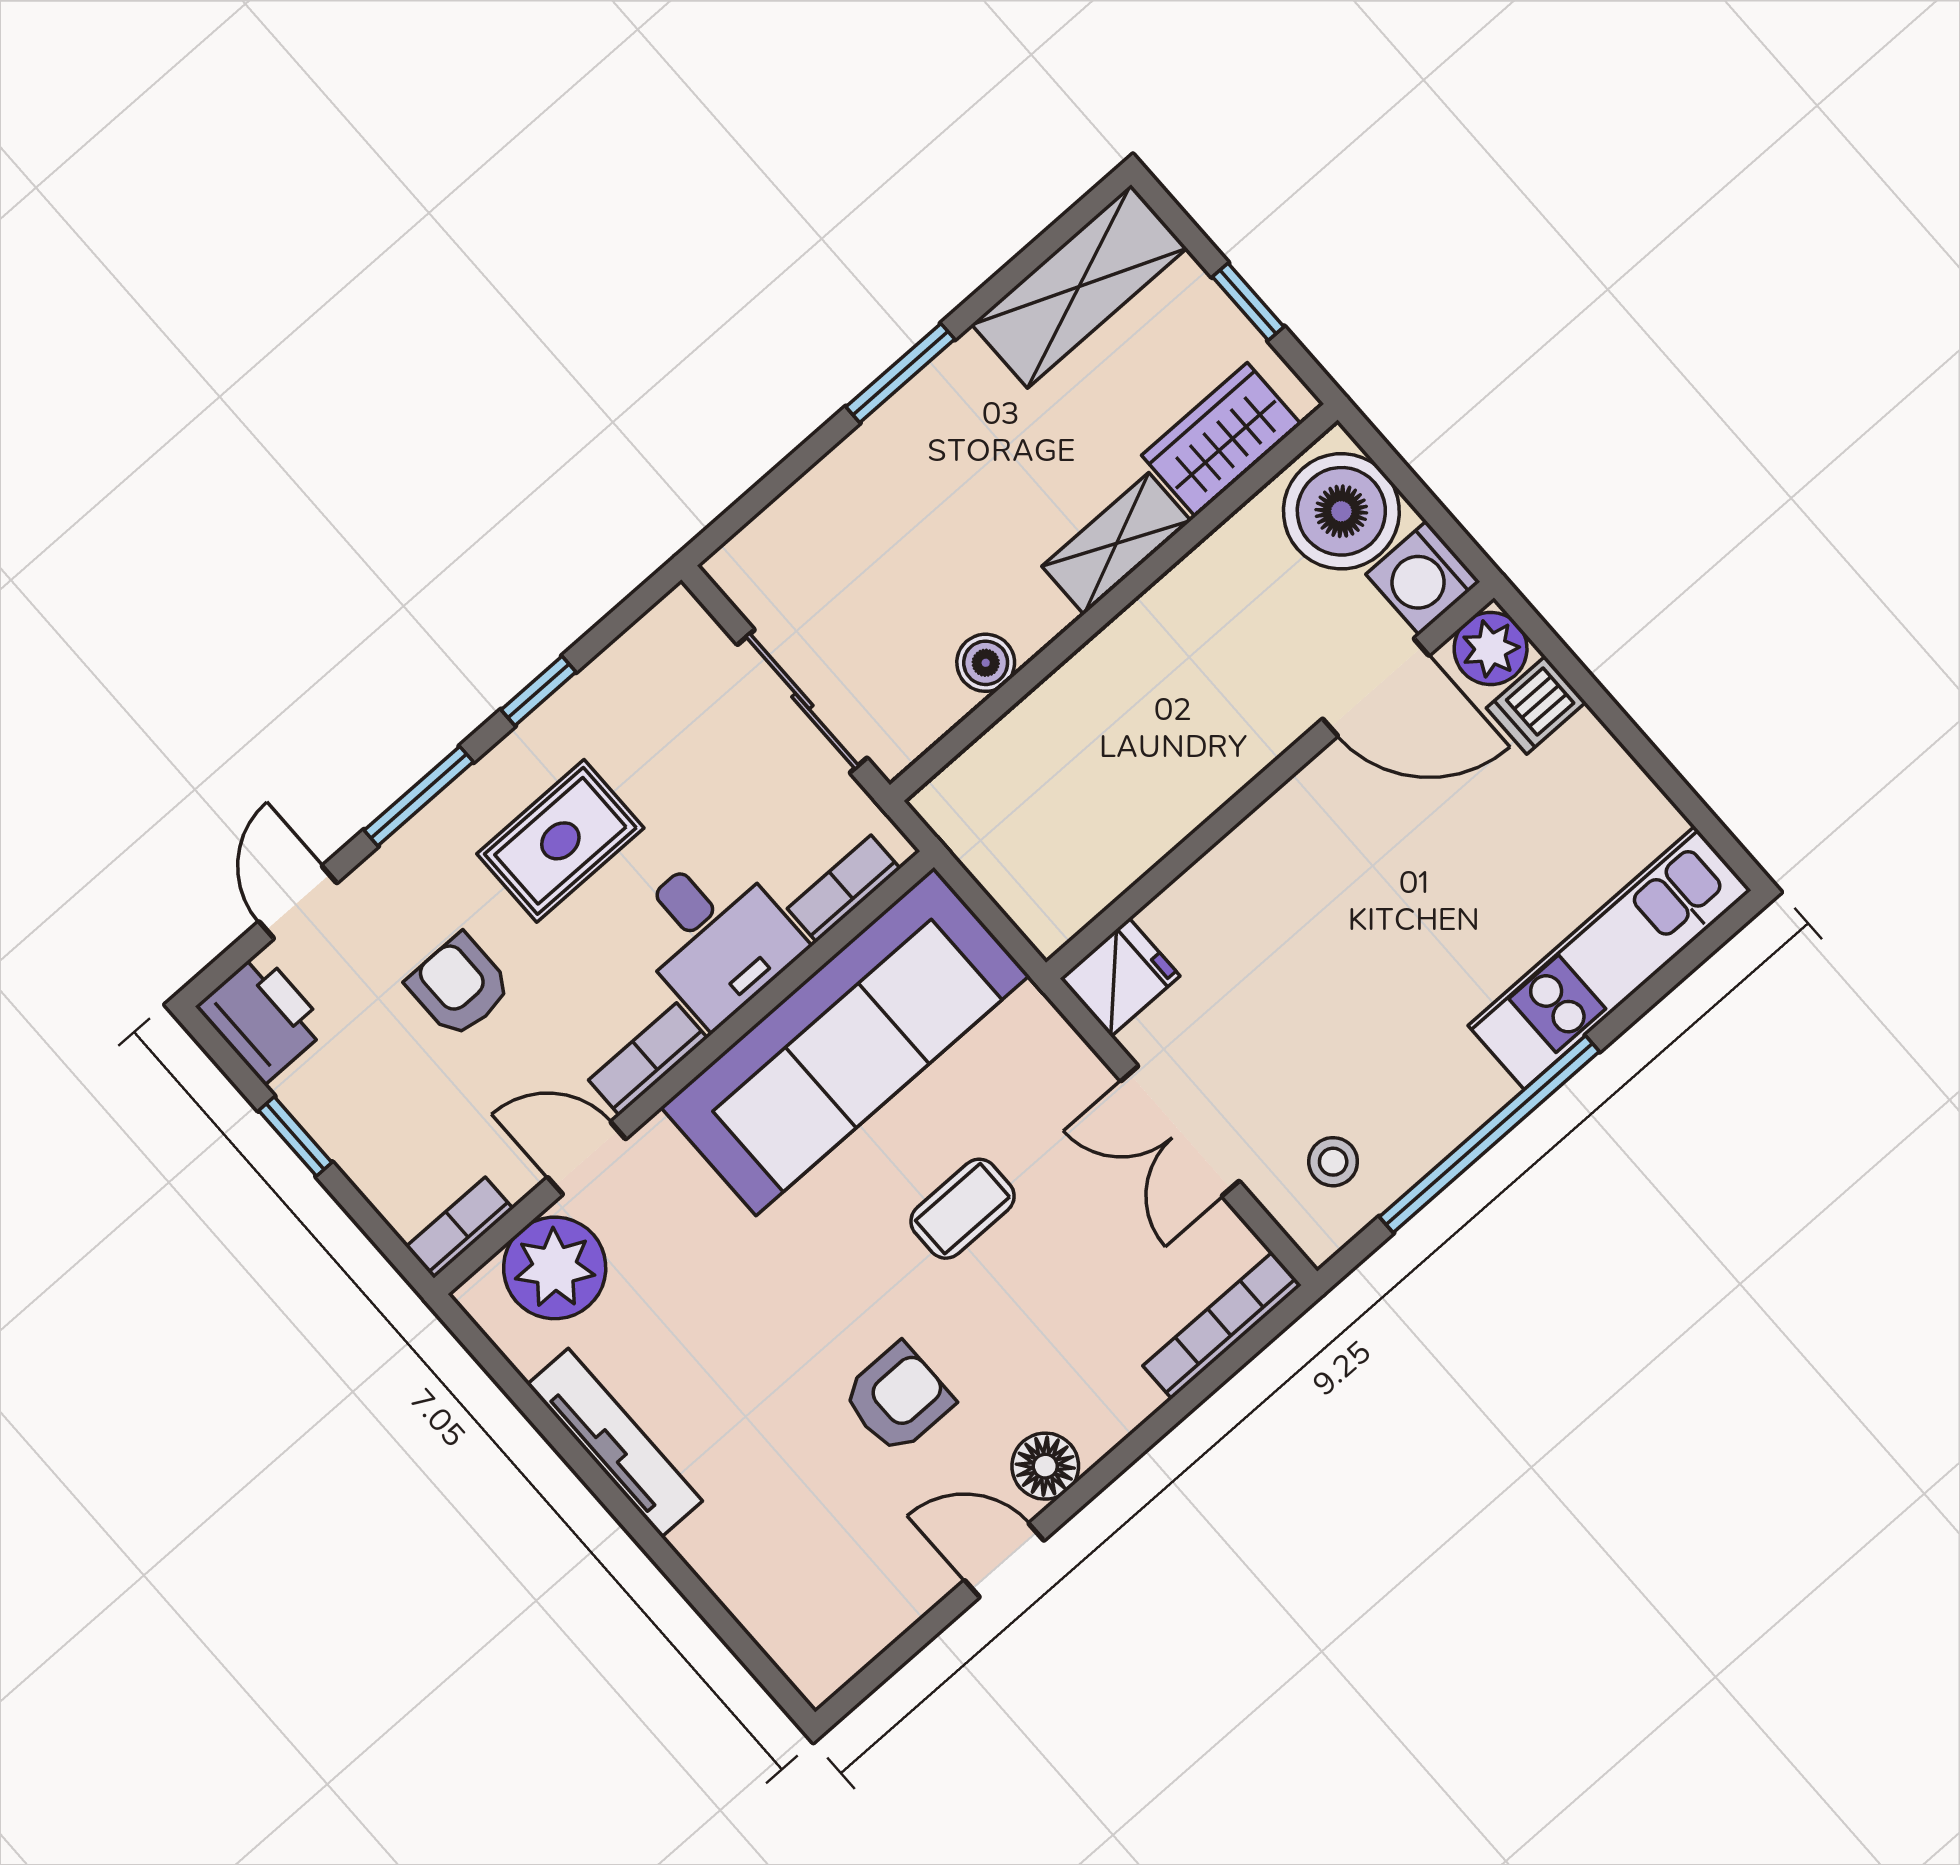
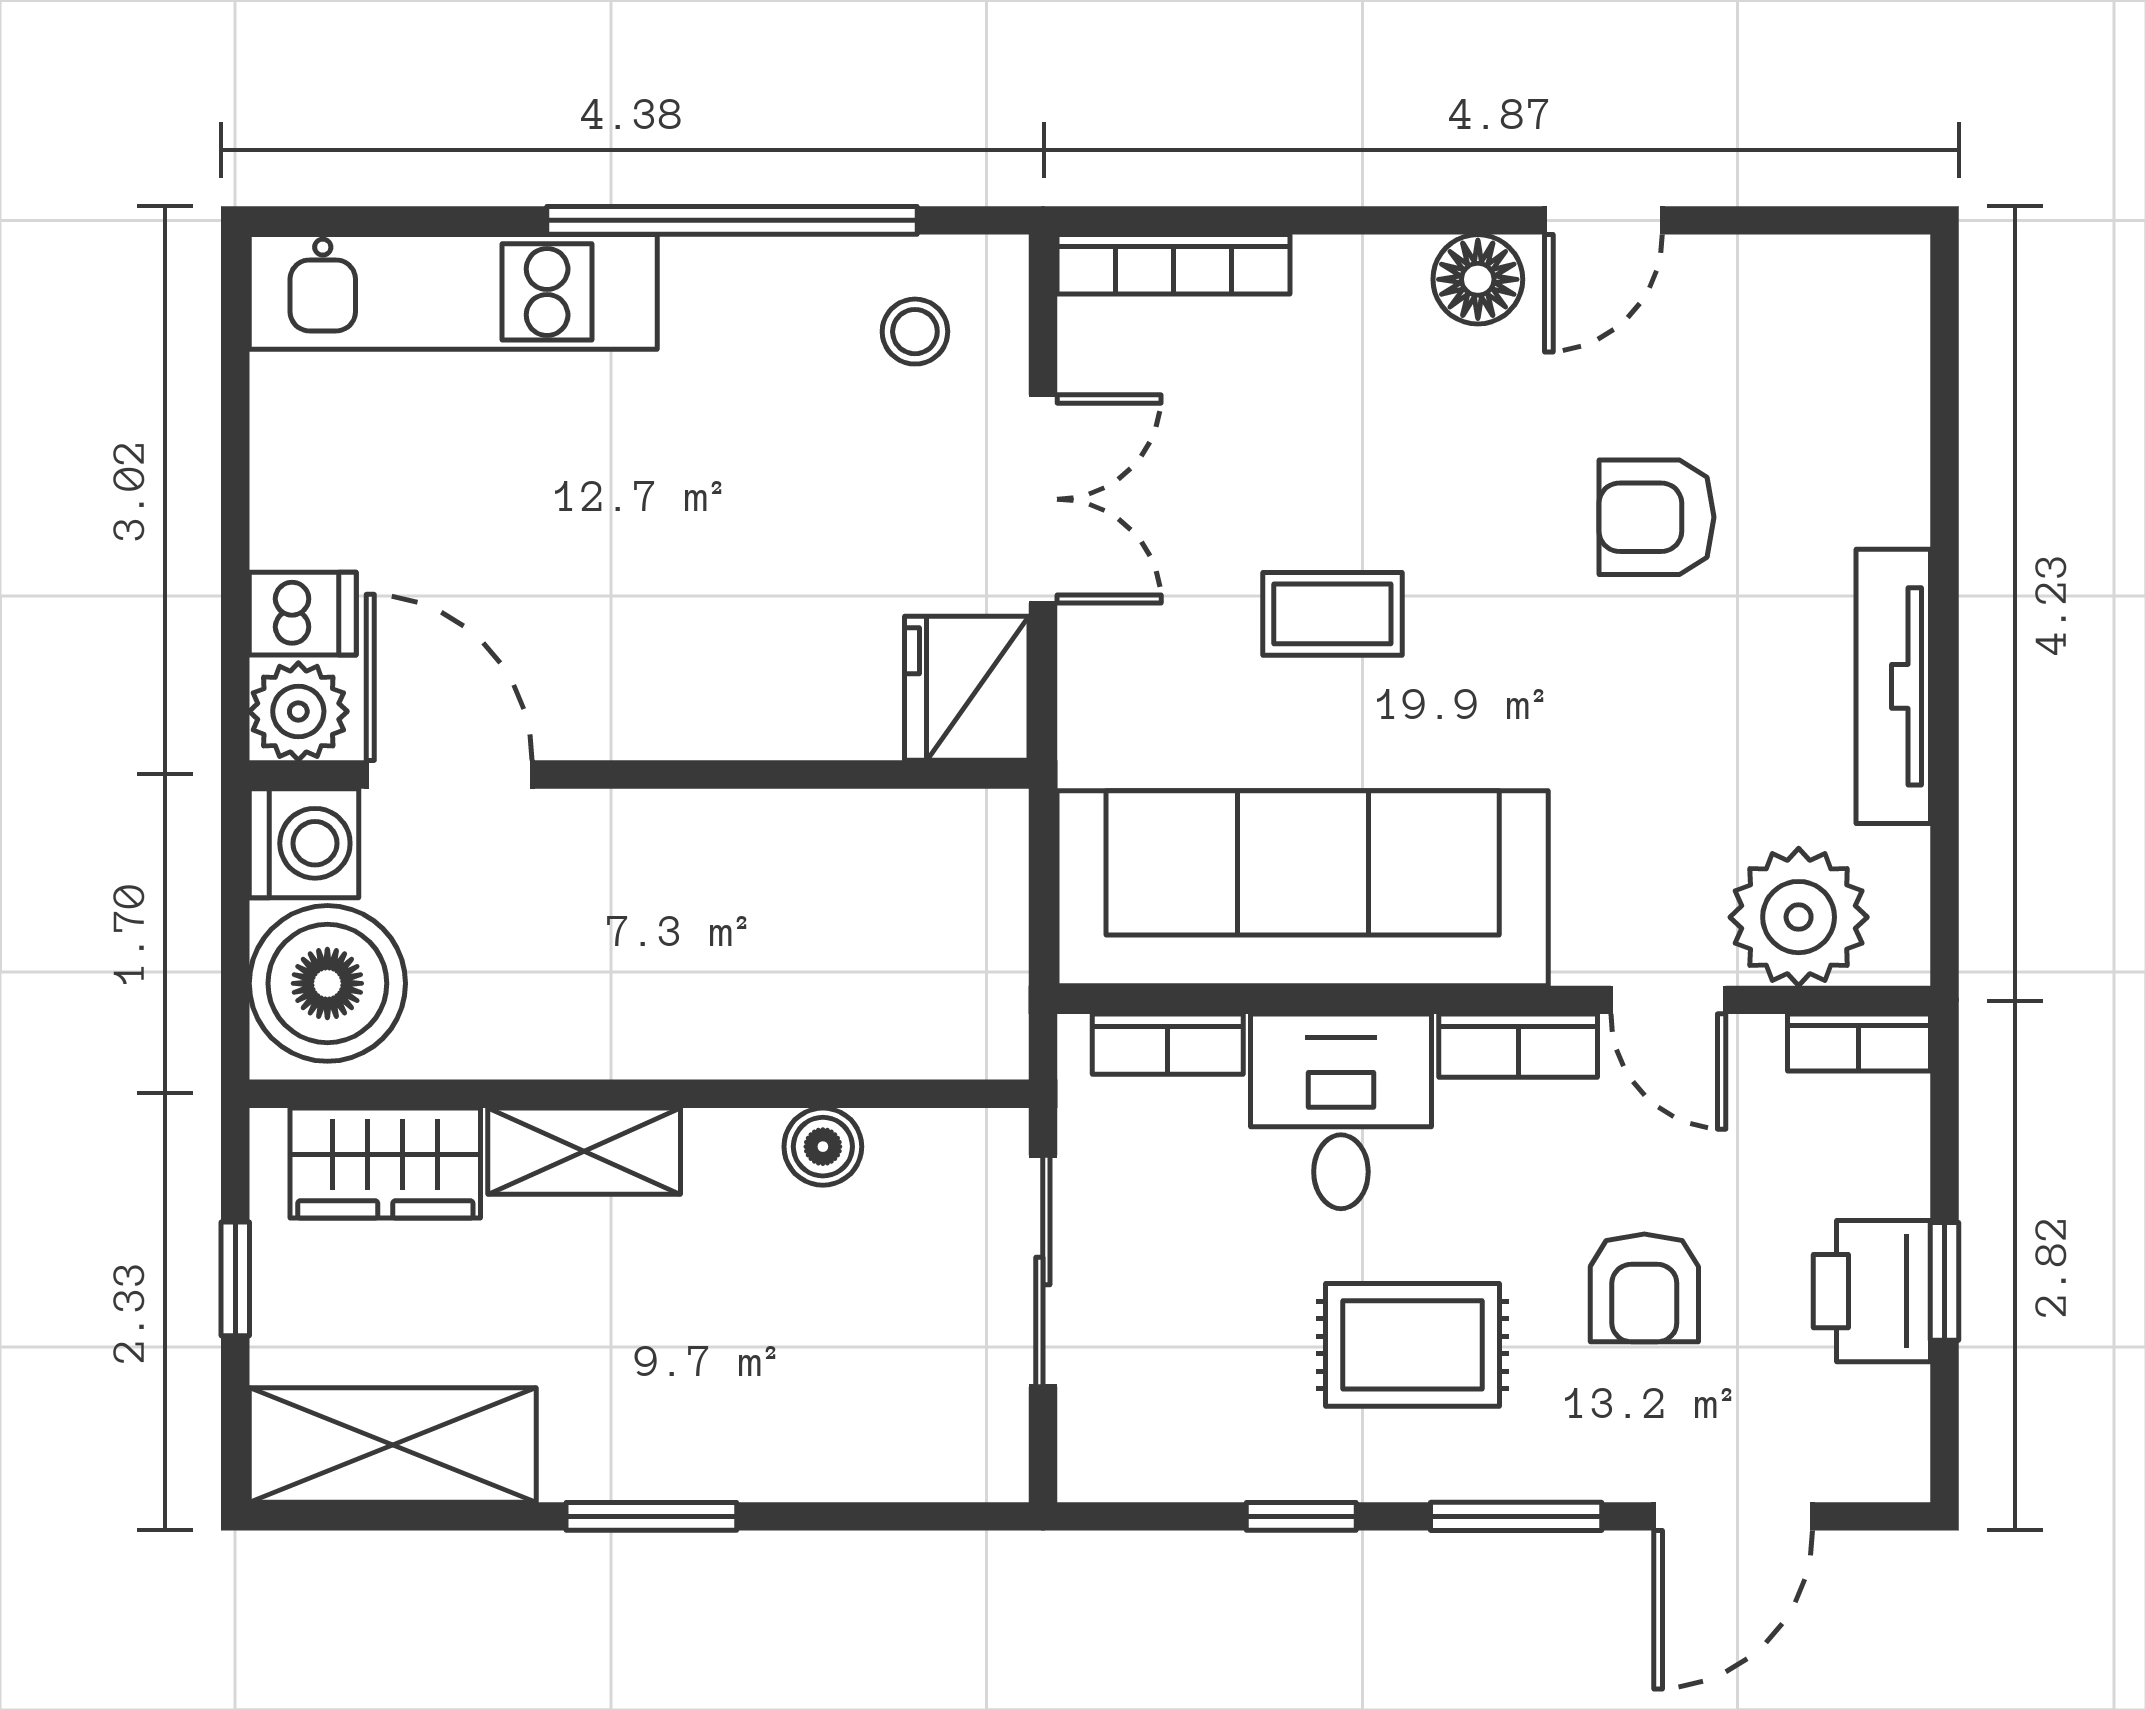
door: (298, 902) -> (1733, 1516), width x1.38
fridge: (1120, 977) -> (967, 688), width x1.38
printer: (262, 1017) -> (1872, 1291), moved
armchair: (898, 1398) -> (1656, 517), moved
door: (1004, 1560) -> (1603, 220), hinge flipped

